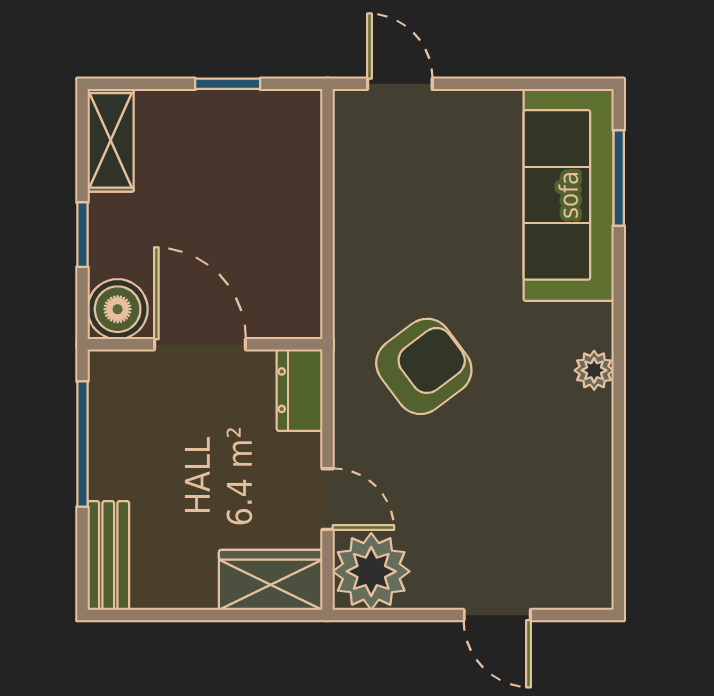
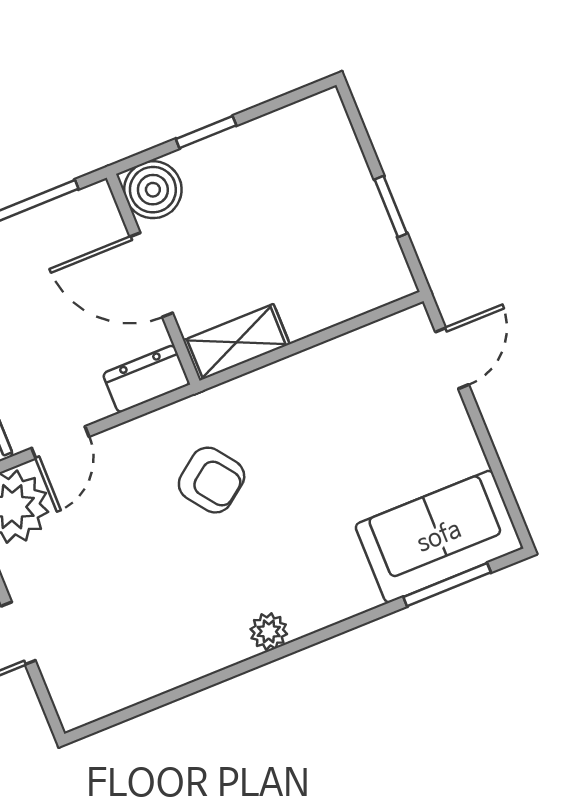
shelving: (111, 140) -> (236, 342), moved
sofa: (569, 195) -> (439, 537), width x0.73
door: (200, 344) -> (151, 275), swing flipped
armchair: (424, 366) -> (212, 480), width x0.72, depth x0.72

